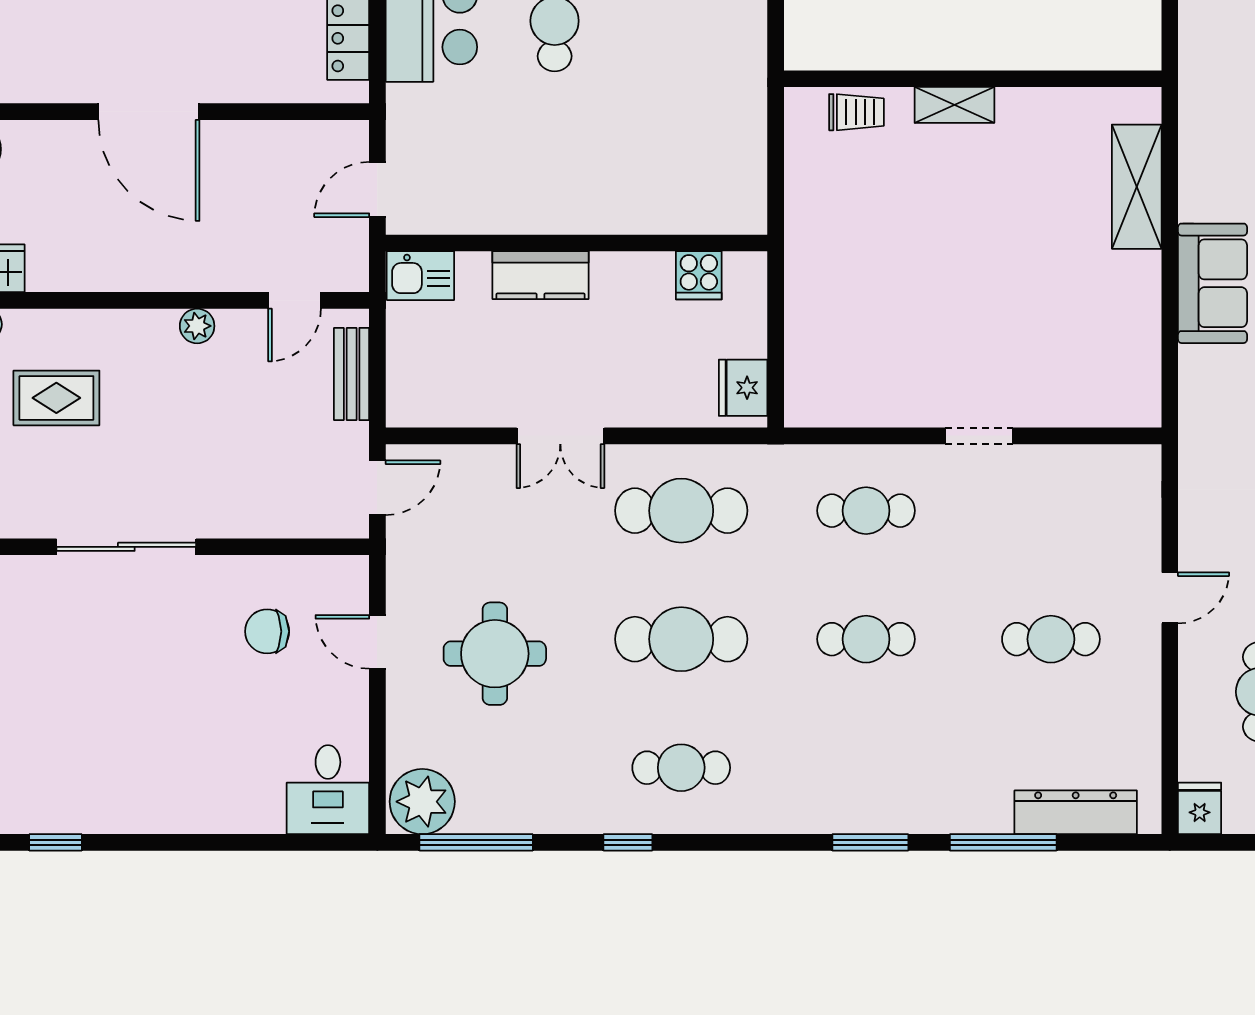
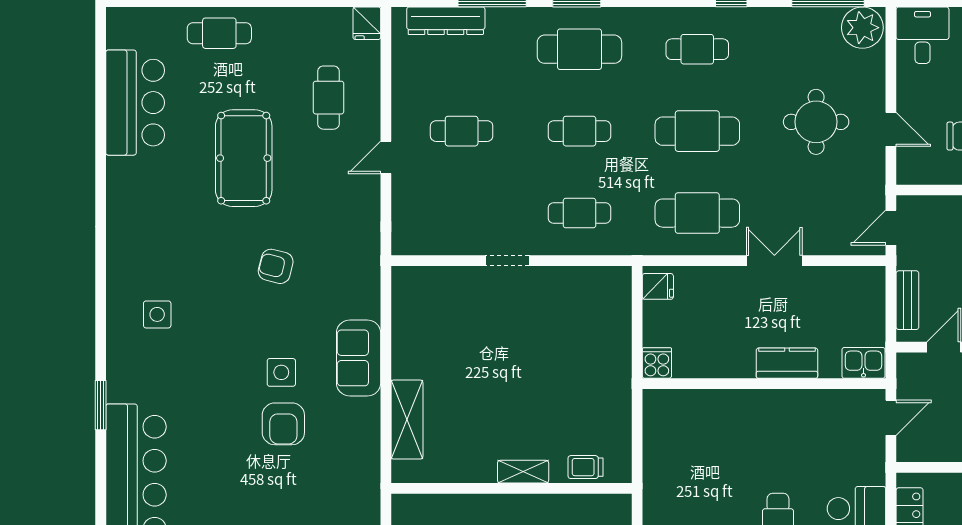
cooker: (699, 275) -> (657, 363), moved
fridge: (743, 388) -> (658, 286), width x0.72
cafe table: (866, 768) -> (579, 49), added

